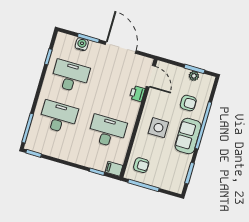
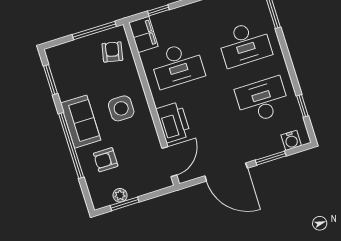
water cooler: (82, 44) -> (291, 140), moved
desk: (70, 76) -> (262, 100), turned 180
door: (151, 76) -> (169, 162), swing flipped
printer: (137, 94) -> (173, 122), width x1.87, depth x1.48
armchair: (141, 165) -> (112, 52), turned 102
filing cabinet: (114, 169) -> (143, 34), width x2.00

